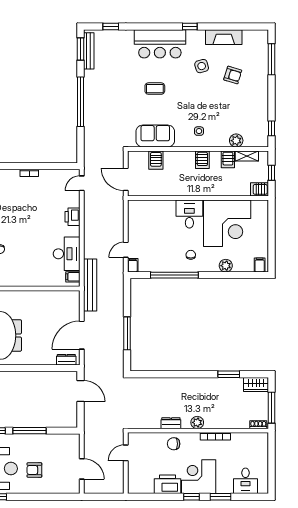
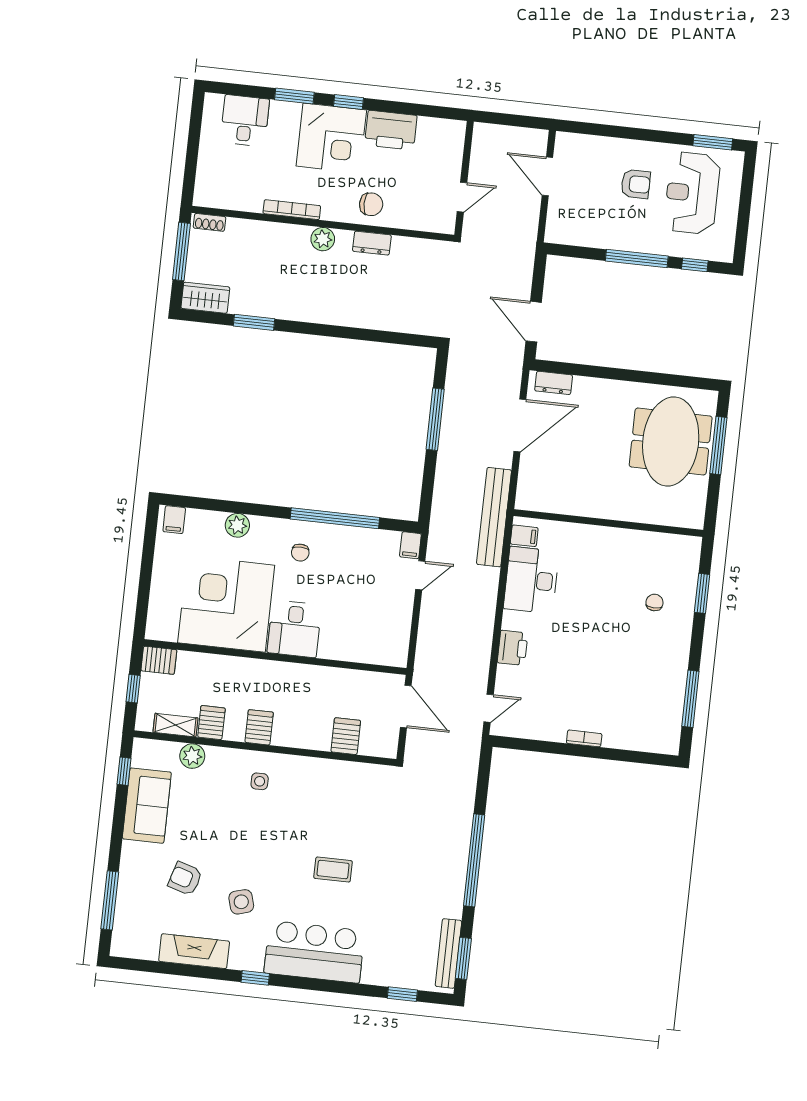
sofa: (155, 136) -> (147, 806), moved, turned -90

